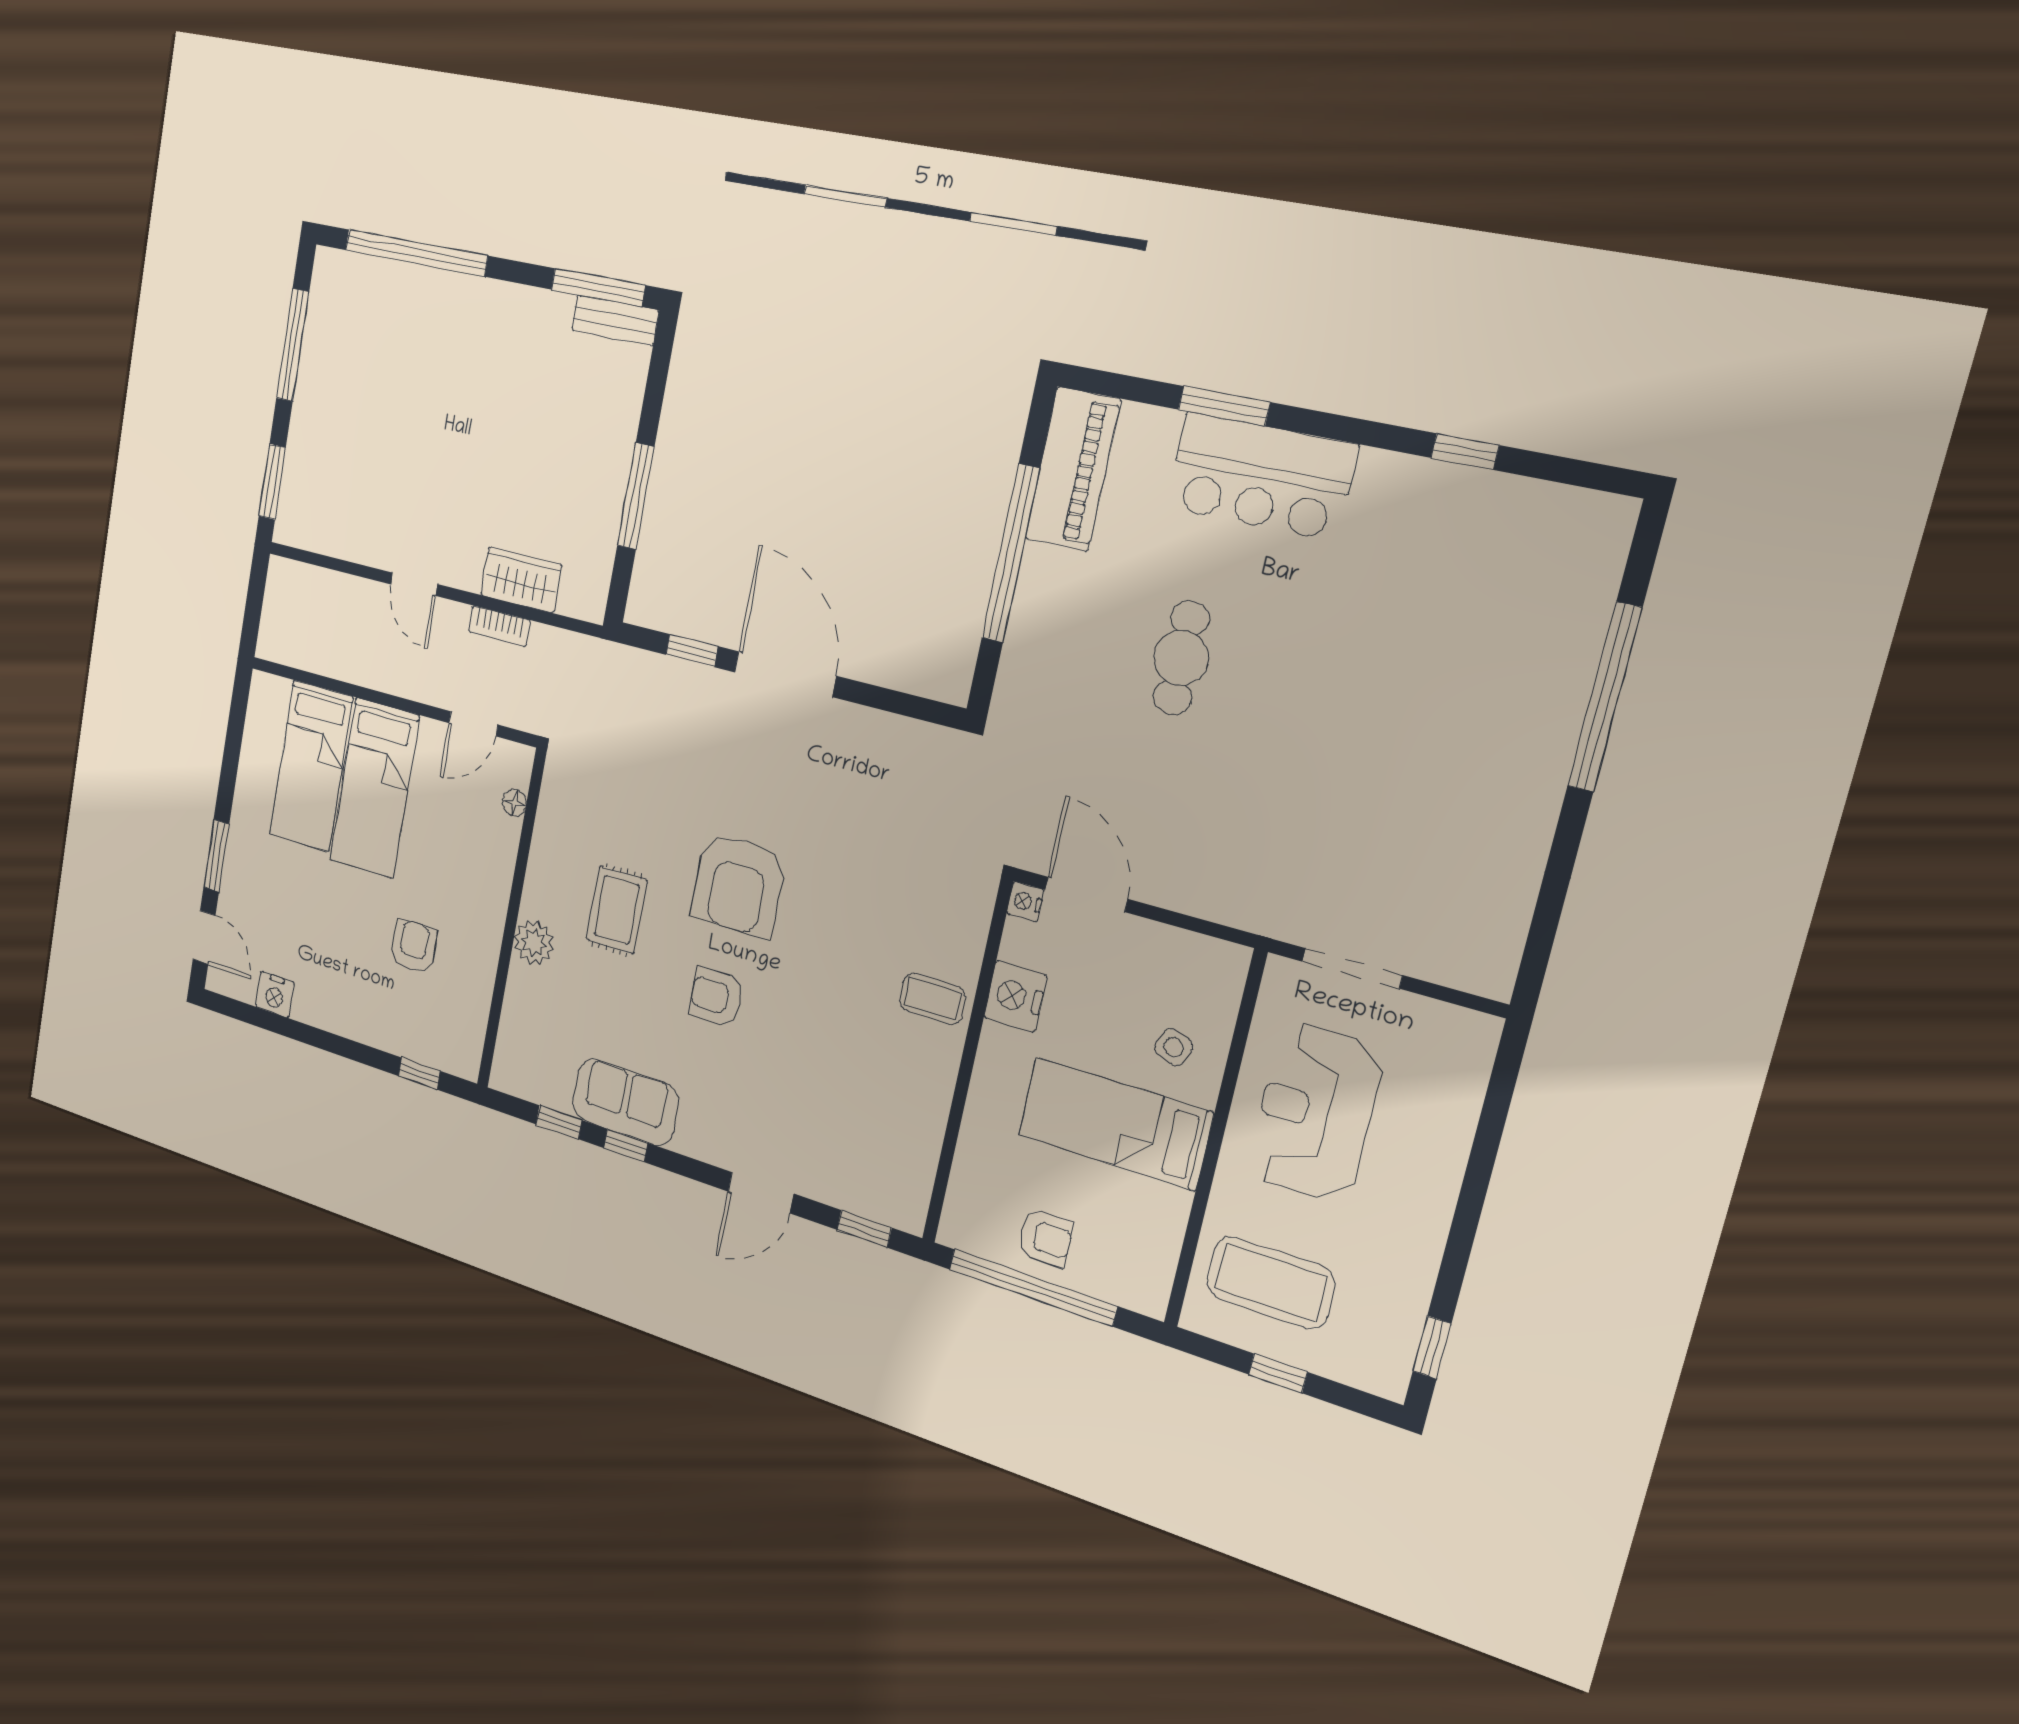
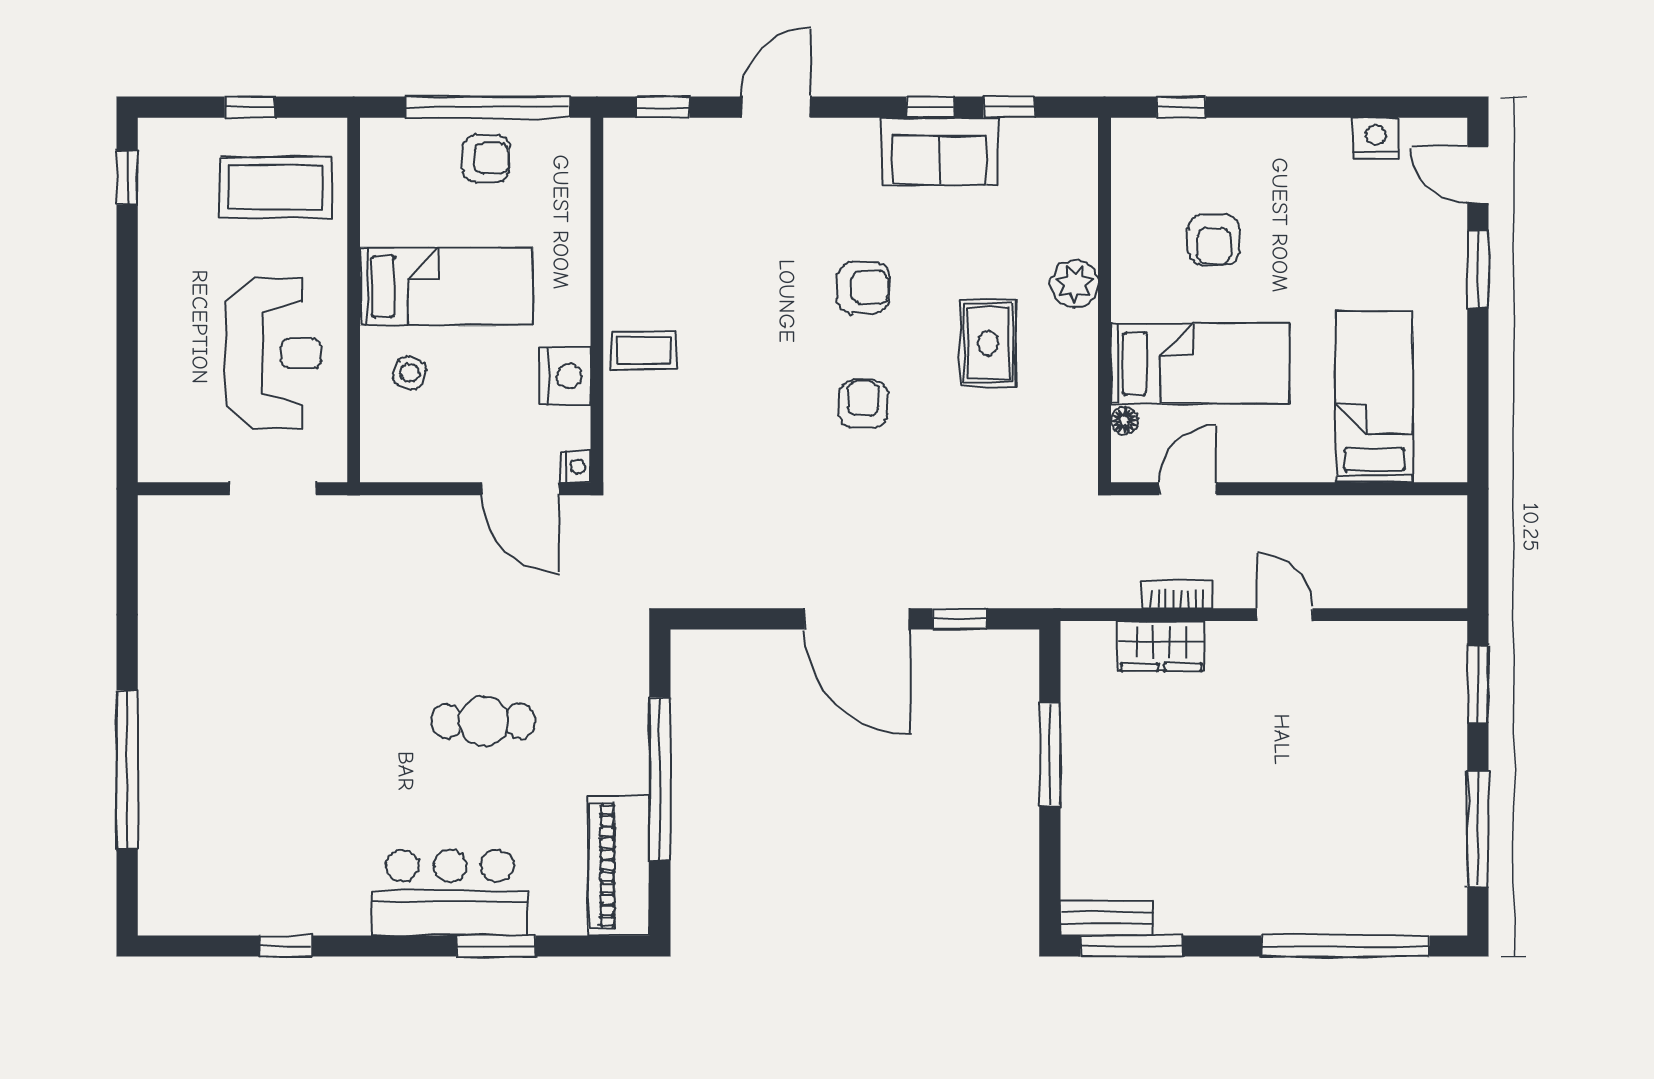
cafe table: (1181, 658) -> (483, 721), turned 90
bed: (374, 788) -> (1200, 364), moved, turned 90
armchair: (738, 885) -> (863, 404), width x0.53, depth x0.53
armchair: (1045, 1238) -> (486, 158), turned 180

